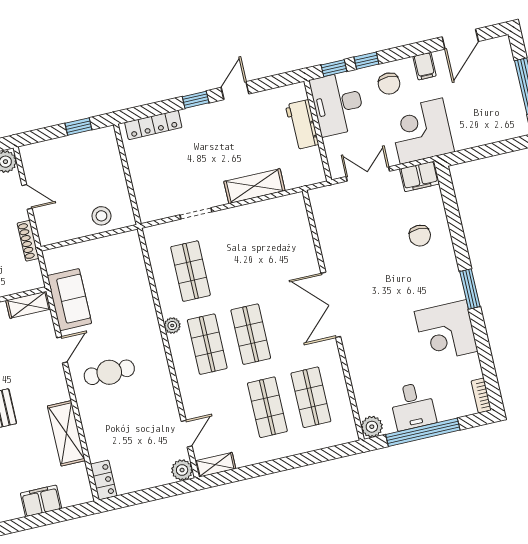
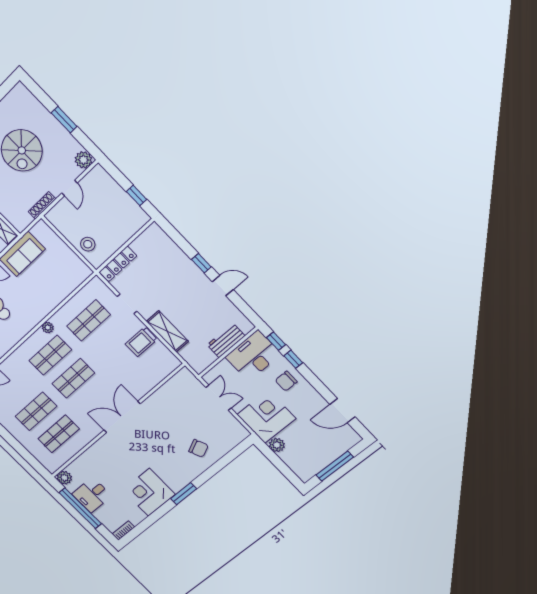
filing cabinet: (425, 66) -> (311, 397), removed
locker: (153, 125) -> (118, 264), moved, turned -90
plant: (464, 139) -> (277, 445), added
filing cabinet: (420, 176) -> (236, 430), removed
trolley: (250, 224) -> (141, 342), added
chair: (420, 236) -> (198, 448), turned -114

